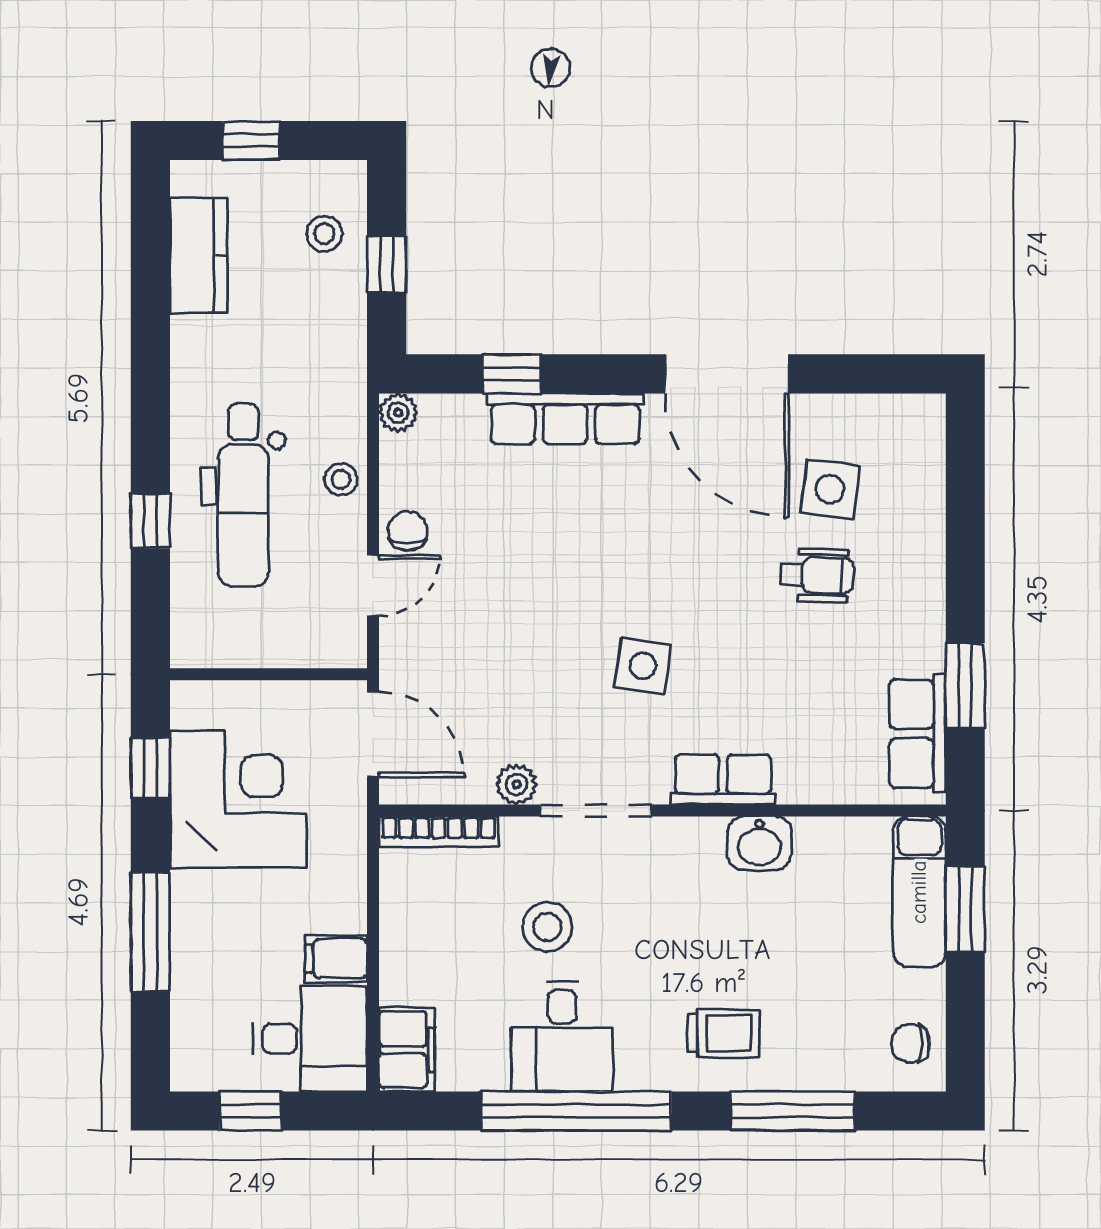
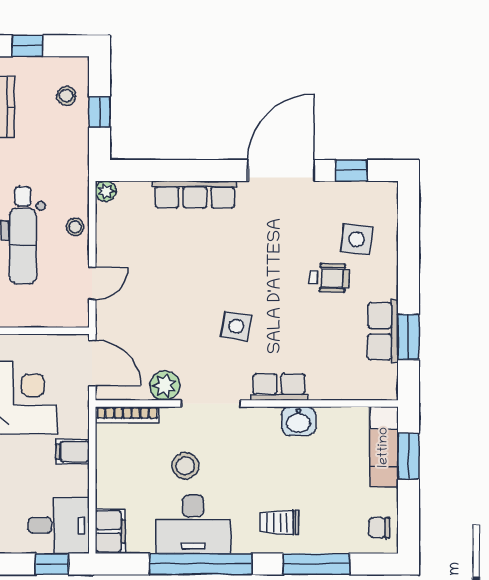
window: (512, 374) -> (351, 170), moved
door: (727, 374) -> (281, 170), swing flipped
side table: (830, 489) -> (356, 239), moved
chair: (408, 531) -> (111, 254), removed
row of seats: (918, 734) -> (383, 331), moved
plant: (516, 785) -> (165, 386), width x1.38, depth x1.38
filing cabinet: (336, 959) -> (73, 452), moved
trolley: (724, 1033) -> (279, 522), turned 180
desk: (562, 1036) -> (193, 524), width x1.37
window: (250, 1111) -> (52, 564), moved

